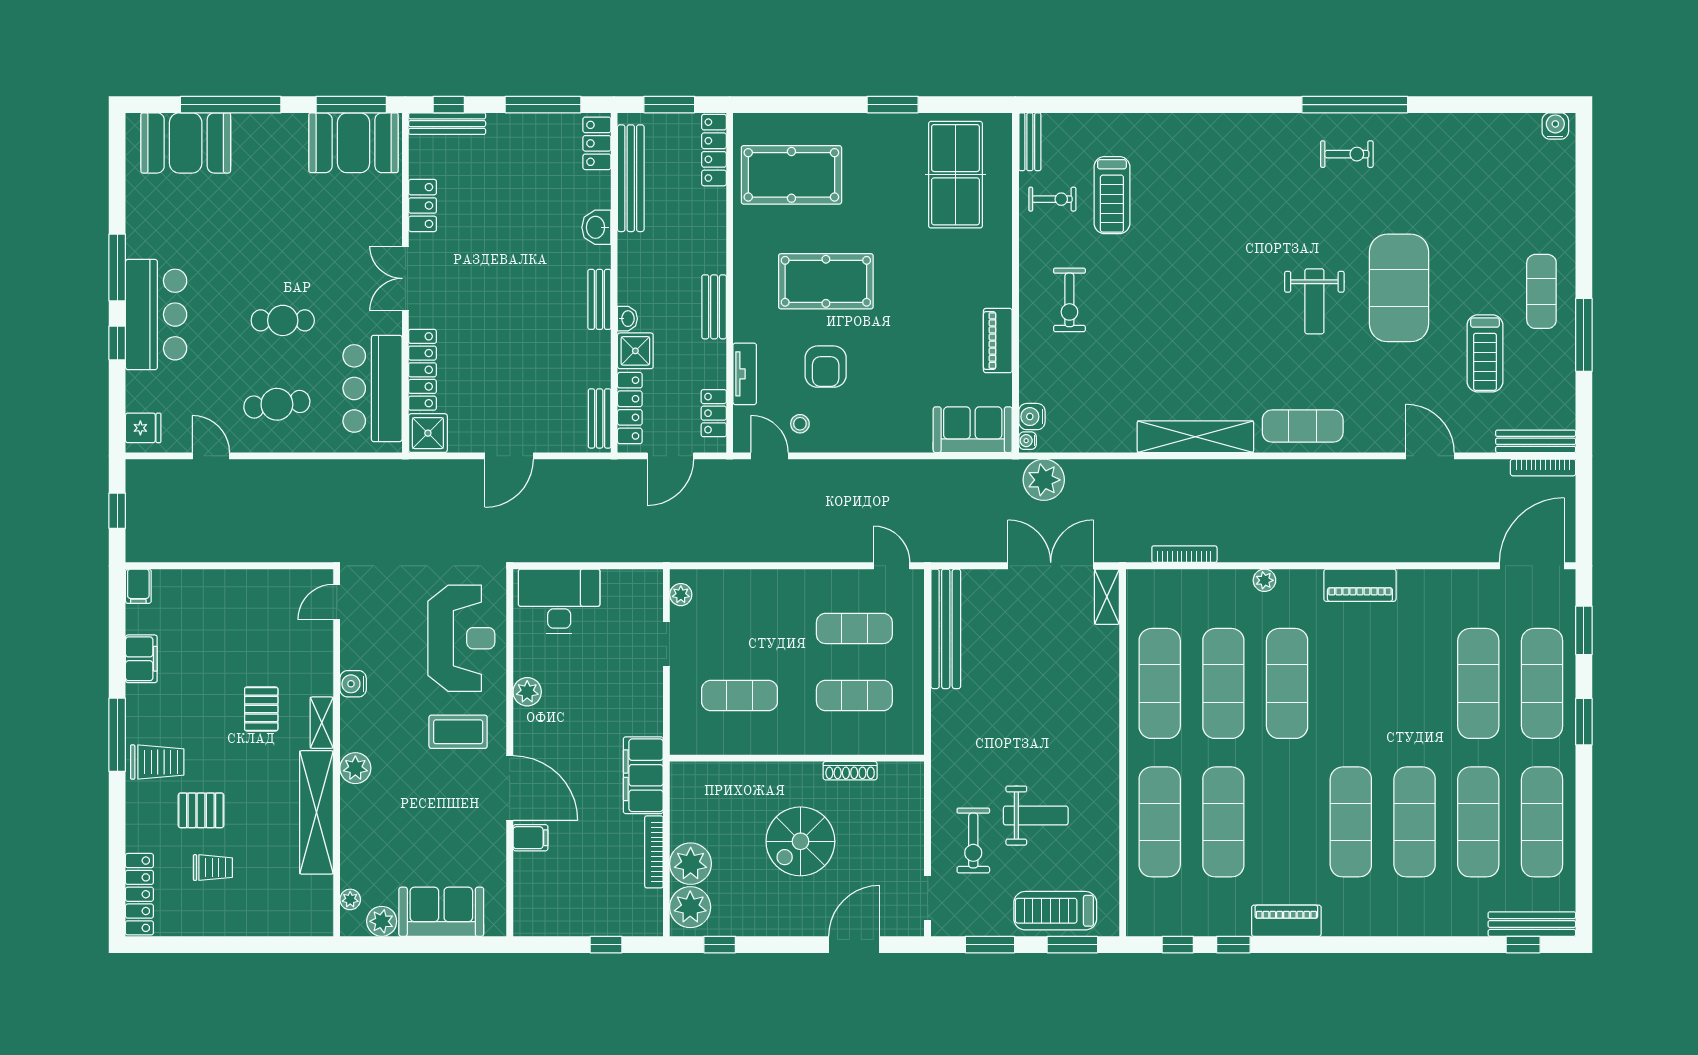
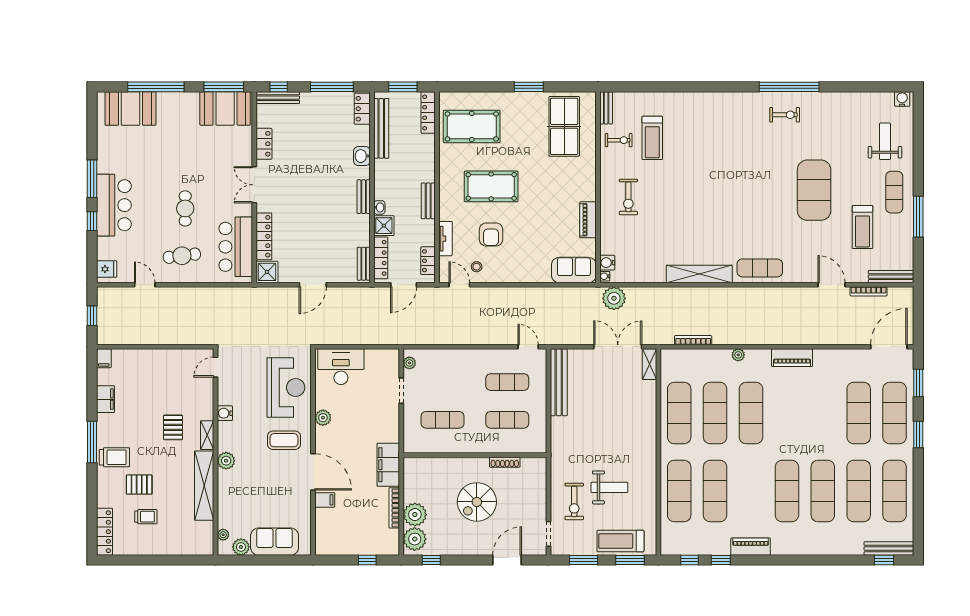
weight bench: (1314, 301) -> (885, 141), moved, turned 180
cafe table: (283, 320) -> (185, 208), turned 90
bookcase: (1543, 467) -> (869, 291), moved

